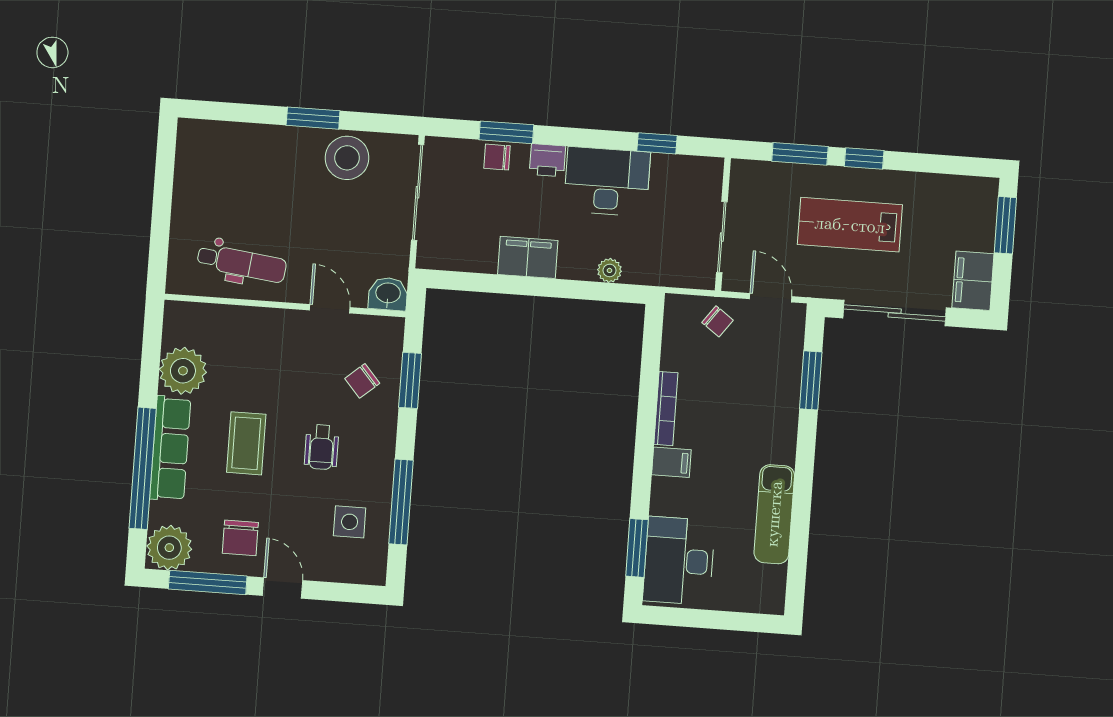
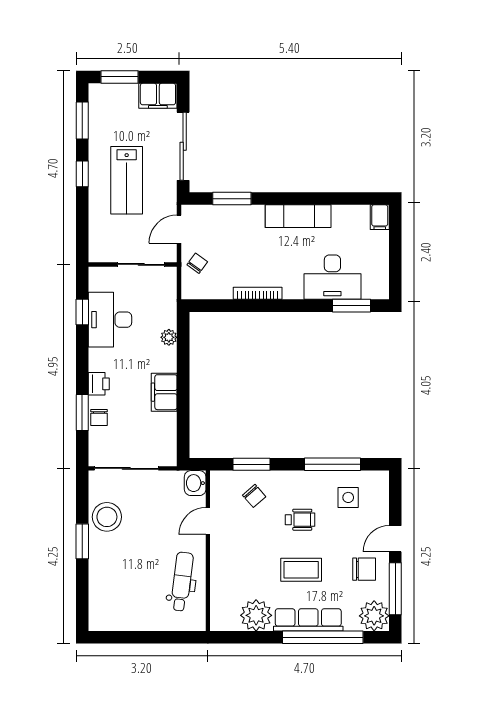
window: (800, 154) -> (82, 121), moved
desk: (607, 182) -> (110, 320), moved
filing cabinet: (671, 462) -> (380, 217), moved, turned 180
exam couch: (774, 514) -> (298, 216), moved
desk: (679, 561) -> (332, 277), moved

